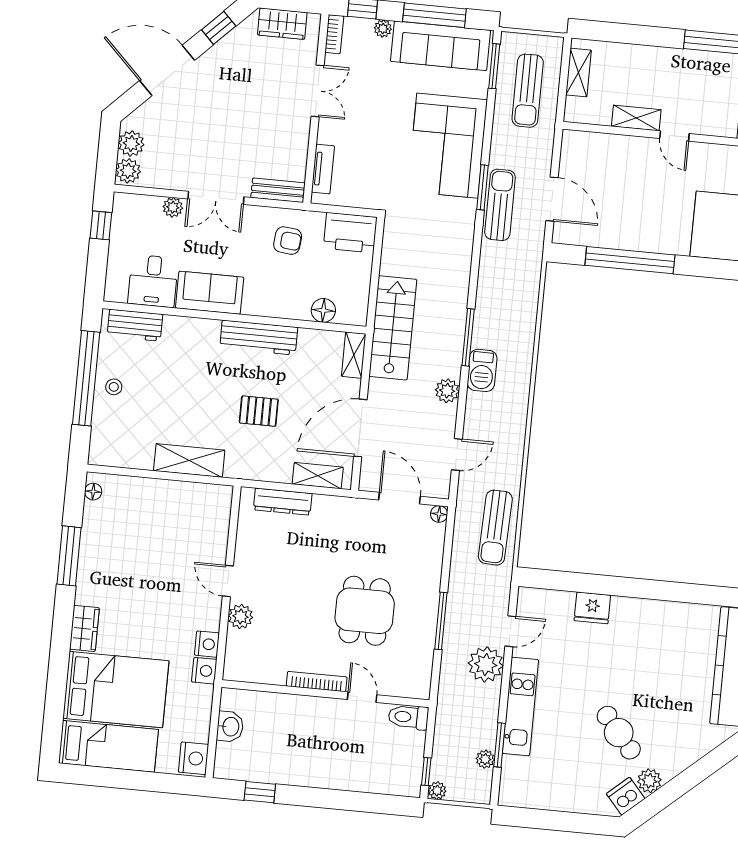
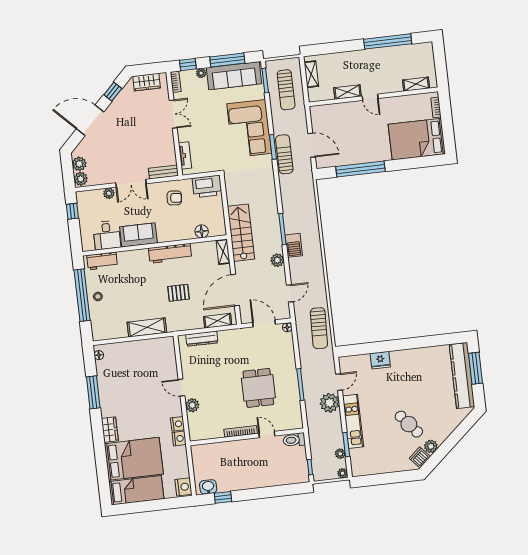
washbasin: (230, 727) -> (208, 487), moved, turned -90
plant: (437, 791) -> (343, 473), moved

